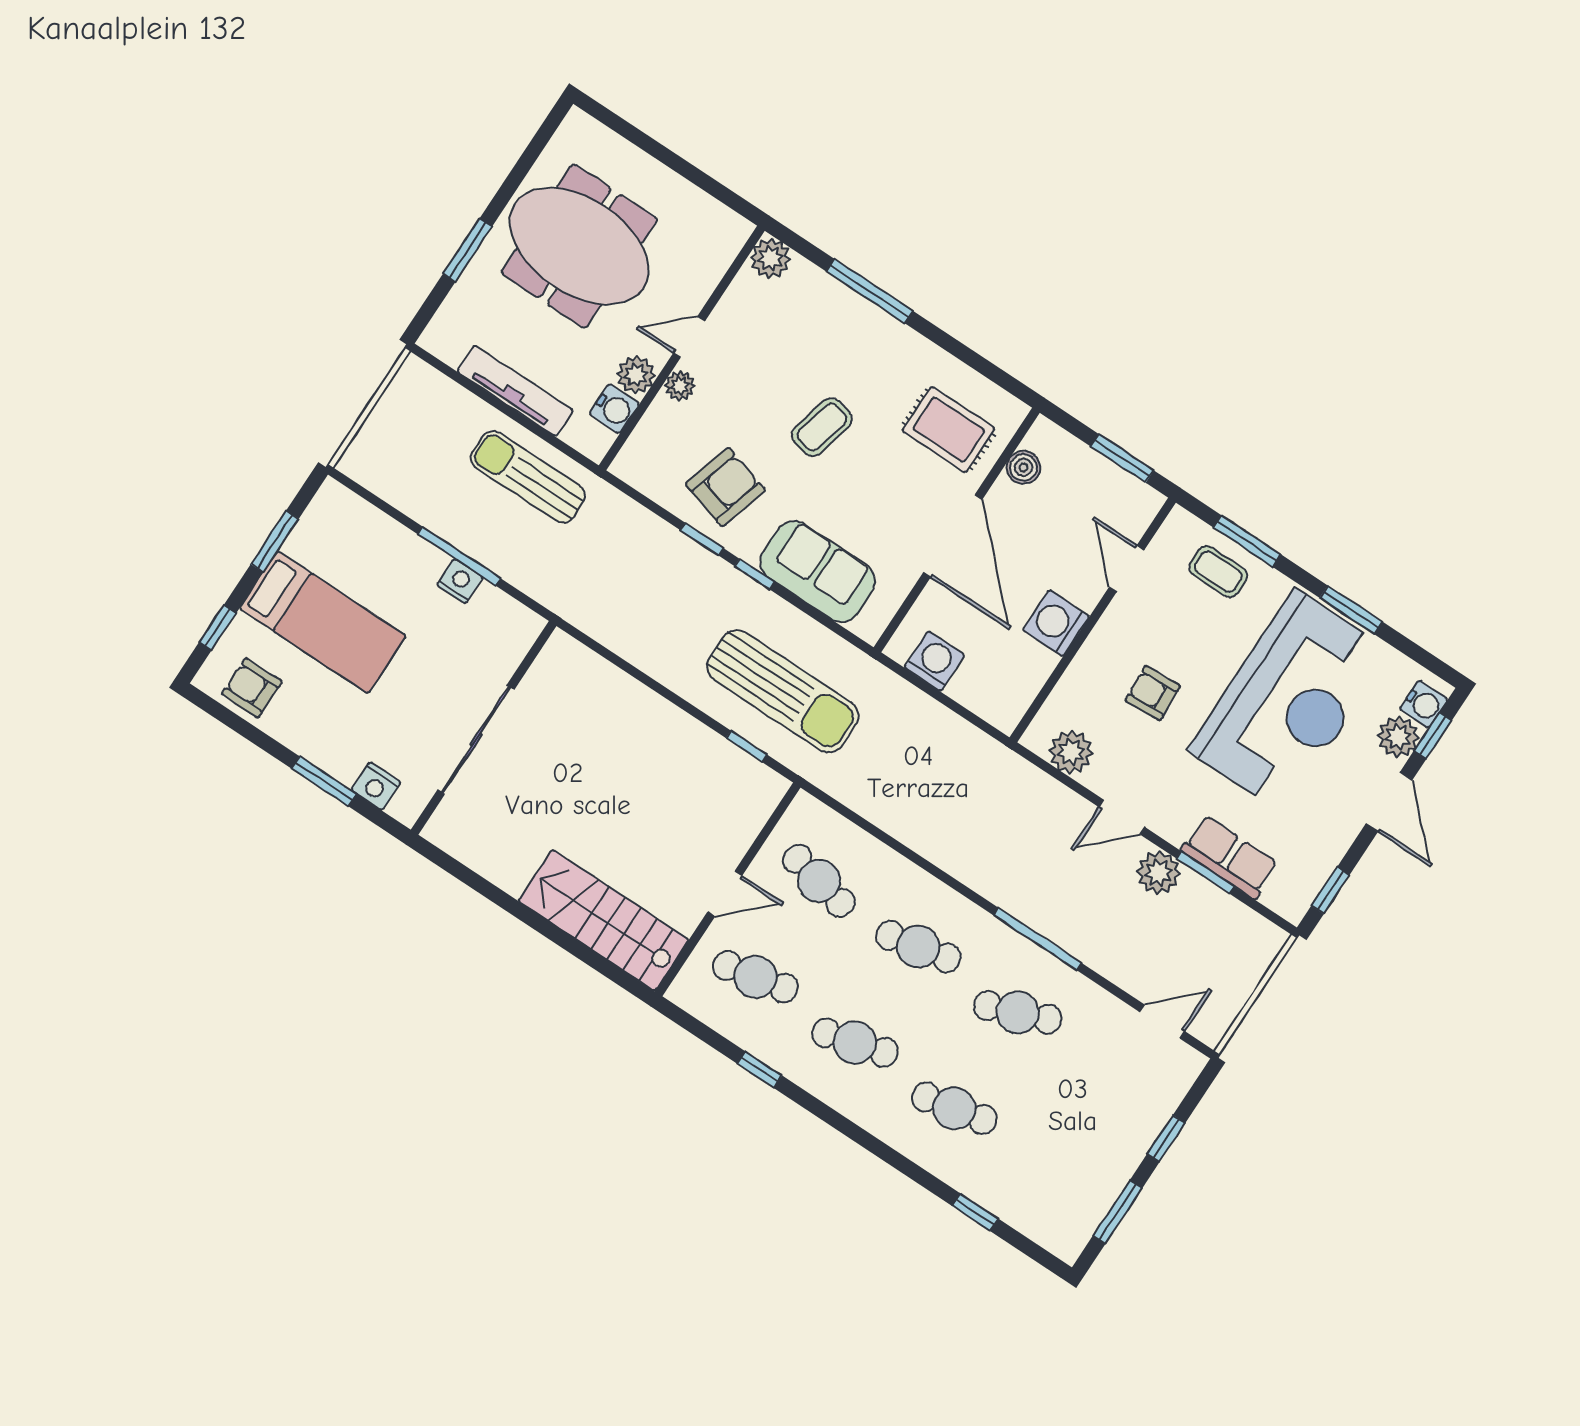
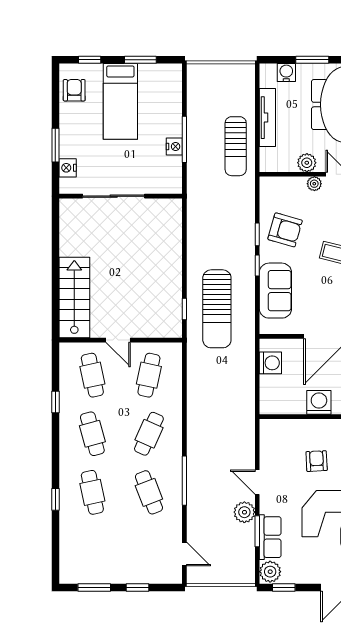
water cooler: (614, 409) -> (286, 73), moved, turned 180
sun lounger: (528, 477) -> (236, 146), turned 180
plant: (1071, 752) -> (270, 572), moved
cafe table: (918, 947) -> (149, 434), turned 36
window: (975, 1212) -> (55, 499), moved

